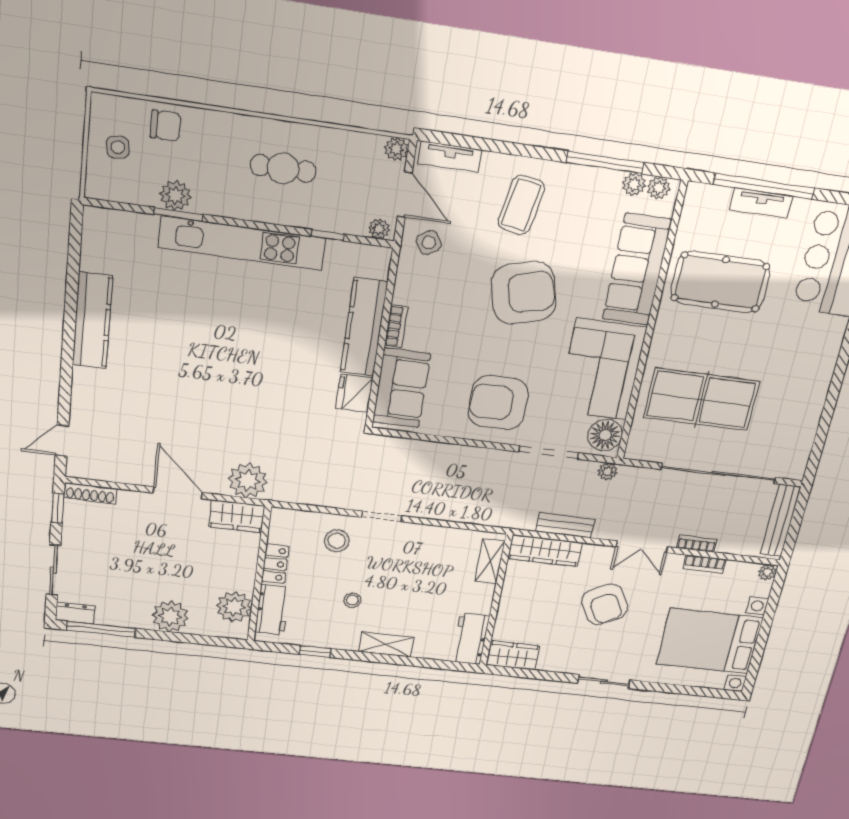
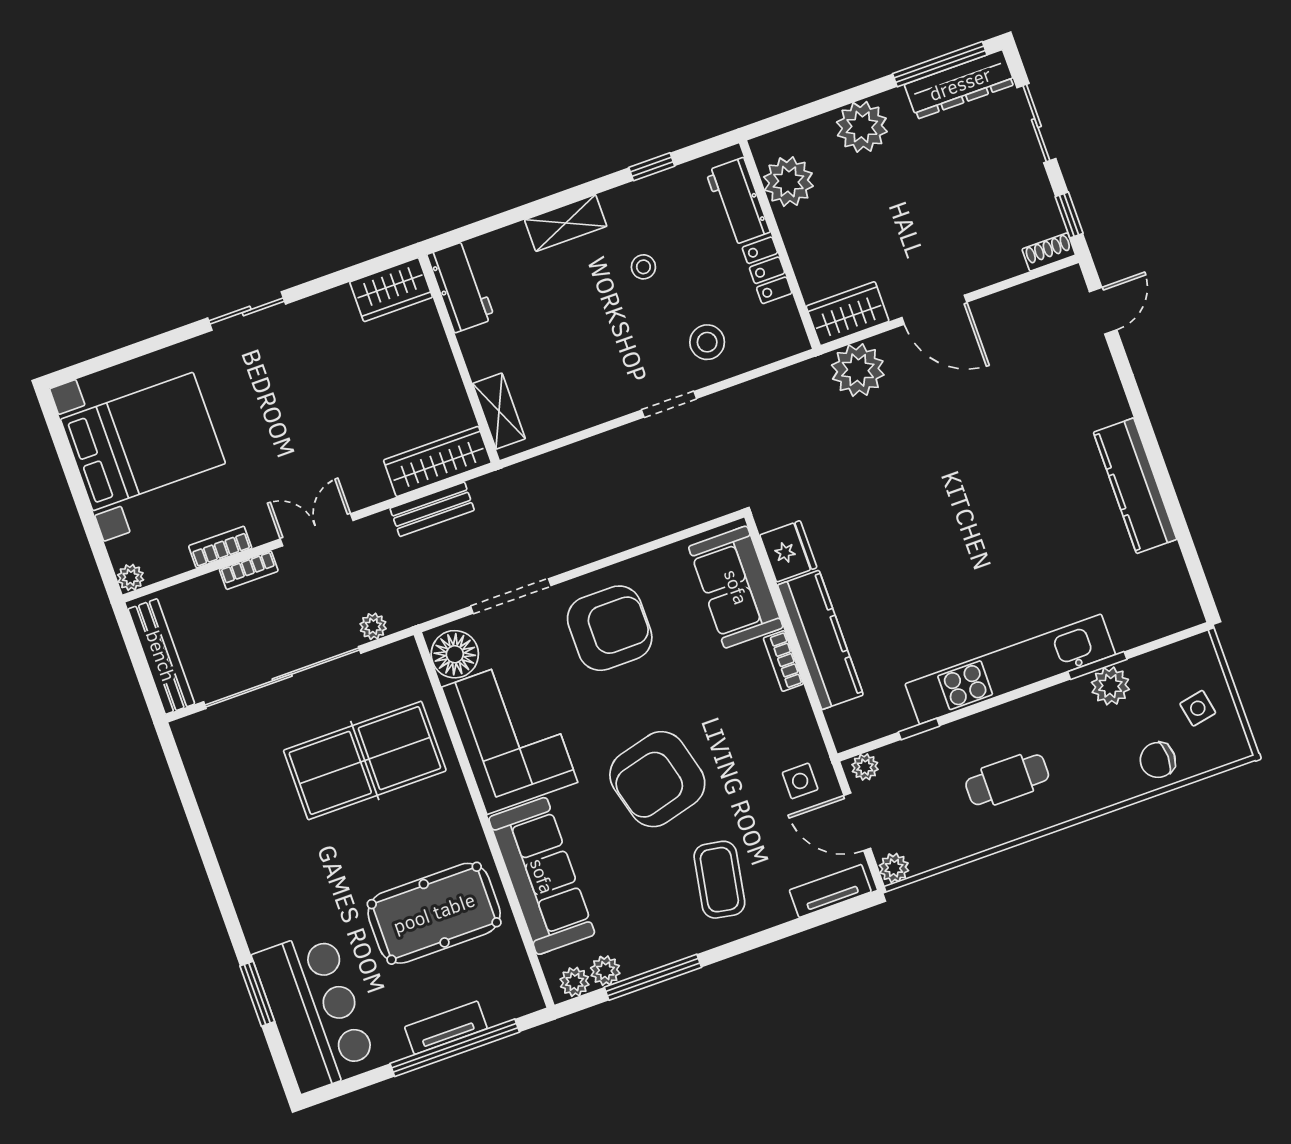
side table: (429, 242) -> (800, 781), turned 33
plant: (608, 471) -> (373, 626), moved
shoe rack: (90, 493) -> (1049, 252), width x0.70
armchair: (604, 604) -> (315, 424), removed
dresser: (75, 613) -> (960, 84), width x1.96, depth x1.24

